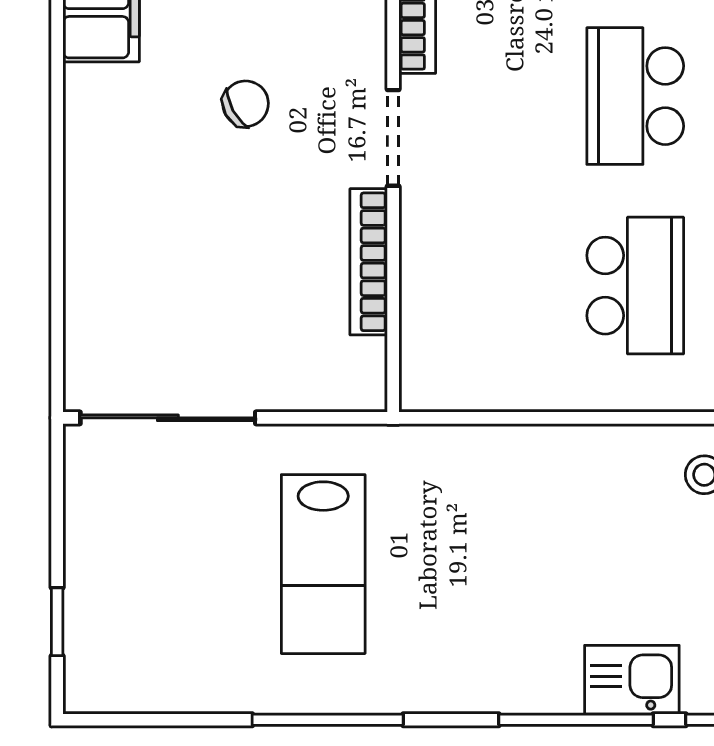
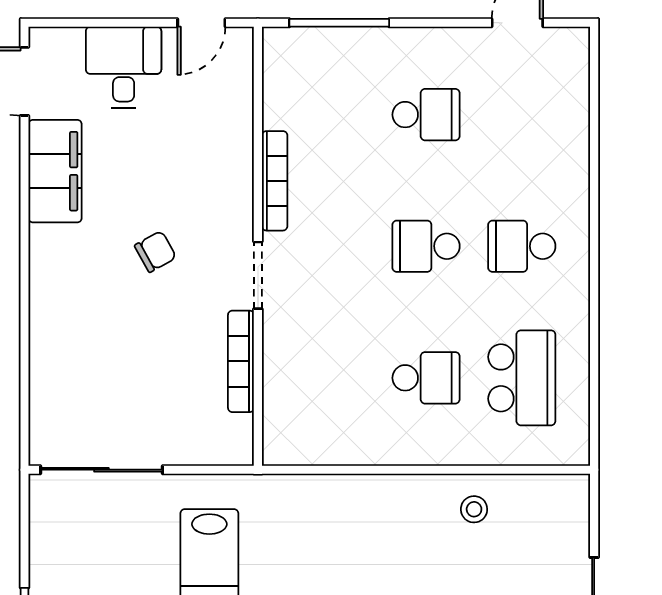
school desk: (635, 96) -> (426, 246), width x0.54
school desk: (635, 286) -> (426, 378), width x0.54

